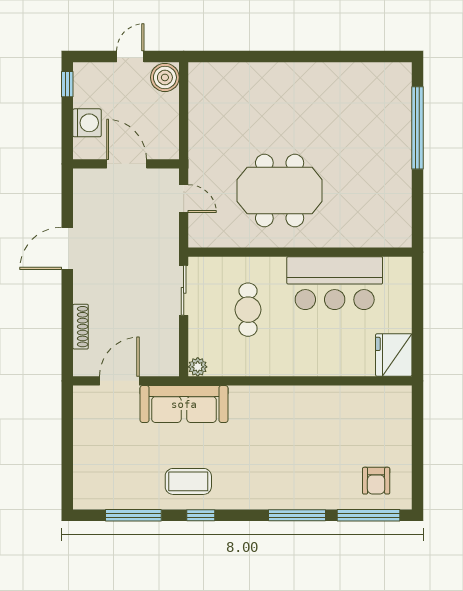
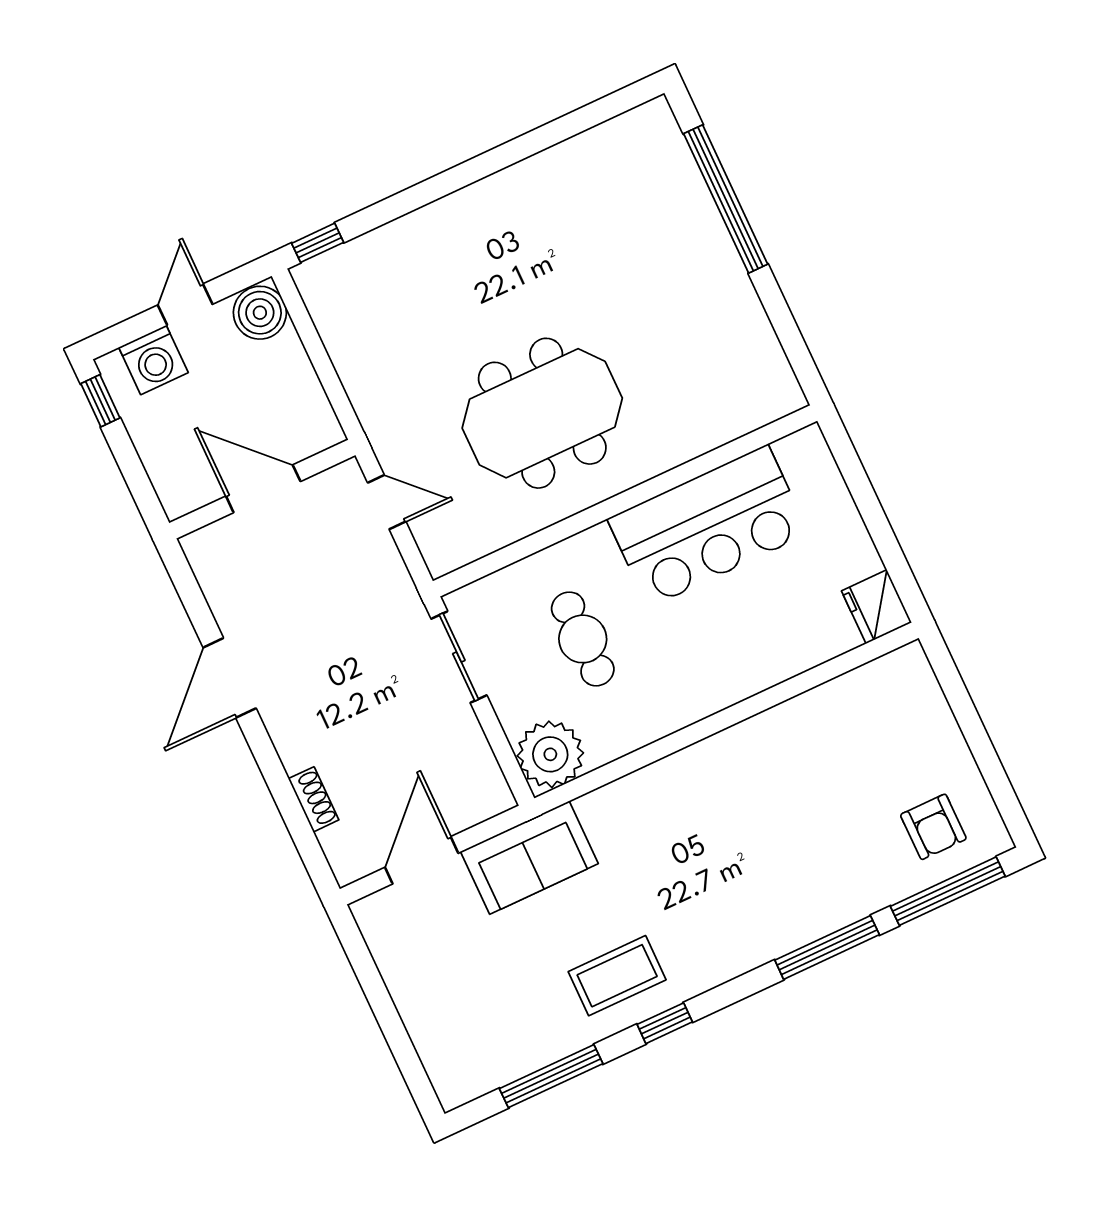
window: (209, 57) -> (318, 243), added
washing machine: (87, 123) -> (153, 360), moved, turned 90
shoe rack: (81, 327) -> (314, 799), width x0.70
fridge: (394, 355) -> (876, 607), width x0.73, depth x0.75
plant: (198, 367) -> (550, 754), width x1.88, depth x1.88
sofa: (184, 404) -> (529, 858), width x0.73

